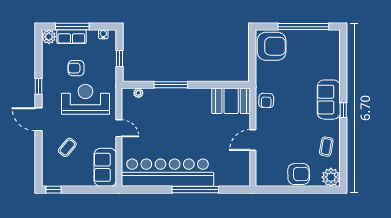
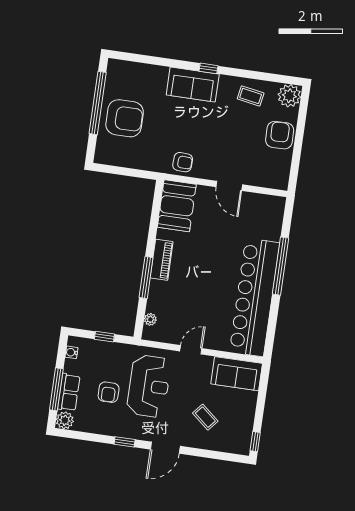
armchair: (272, 46) -> (125, 118), moved, turned 90
piano: (187, 95) -> (162, 260), added
reception desk: (85, 99) -> (149, 386), turned 180

